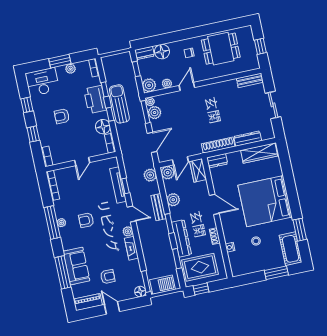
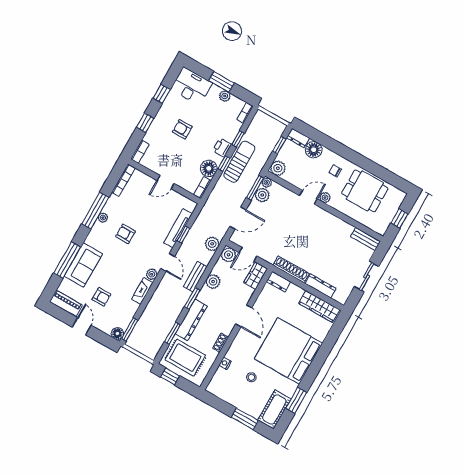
plant: (167, 84) -> (325, 198), moved
printer: (95, 99) -> (222, 147), width x0.53, depth x0.68
barbecue: (163, 285) -> (141, 344), removed

